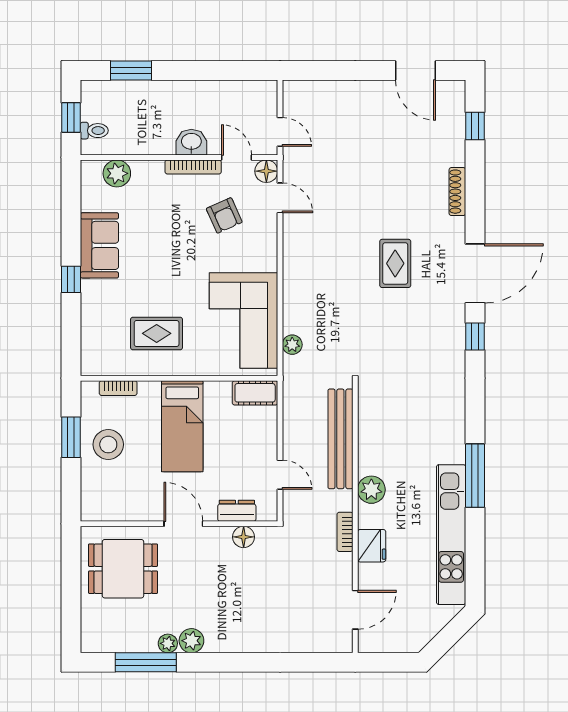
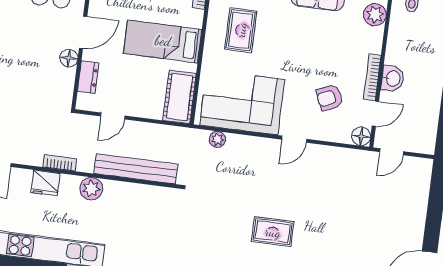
door: (280, 198) -> (294, 139), moved
cot: (255, 393) -> (180, 97), width x1.37, depth x1.34
floor lamp: (244, 537) -> (69, 58), moved

